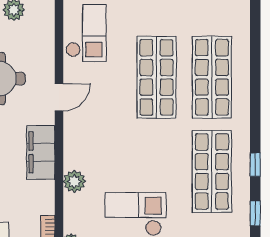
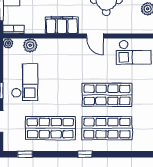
window: (255, 165) -> (85, 154), moved
plant: (74, 181) -> (30, 45), moved

